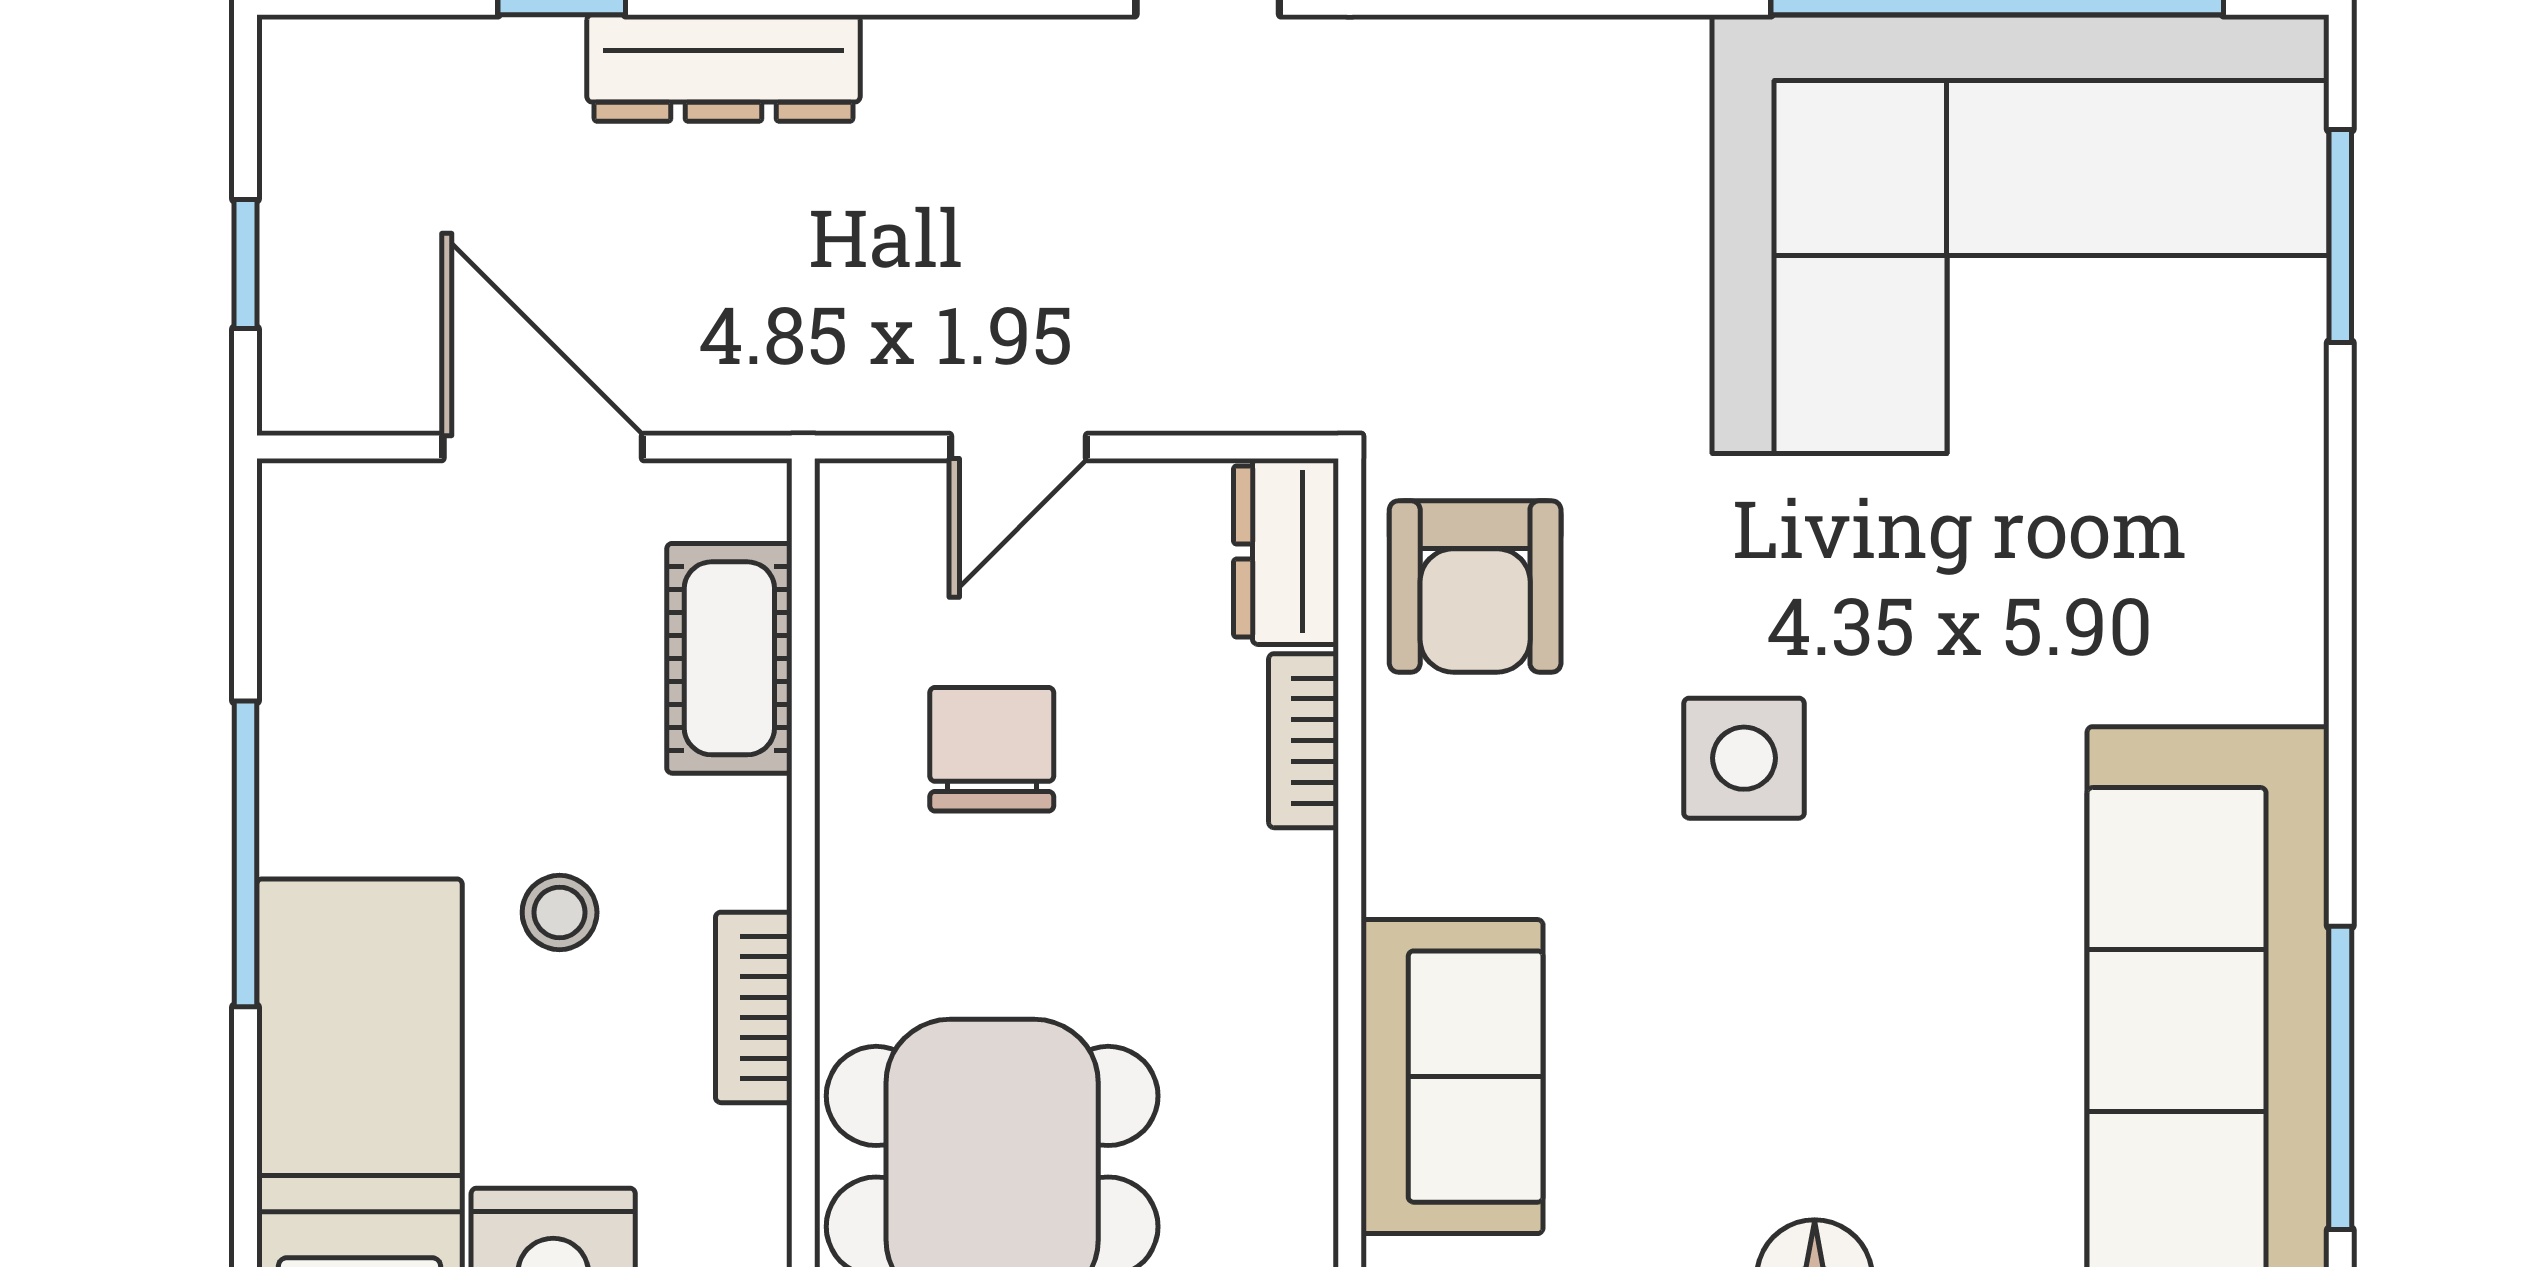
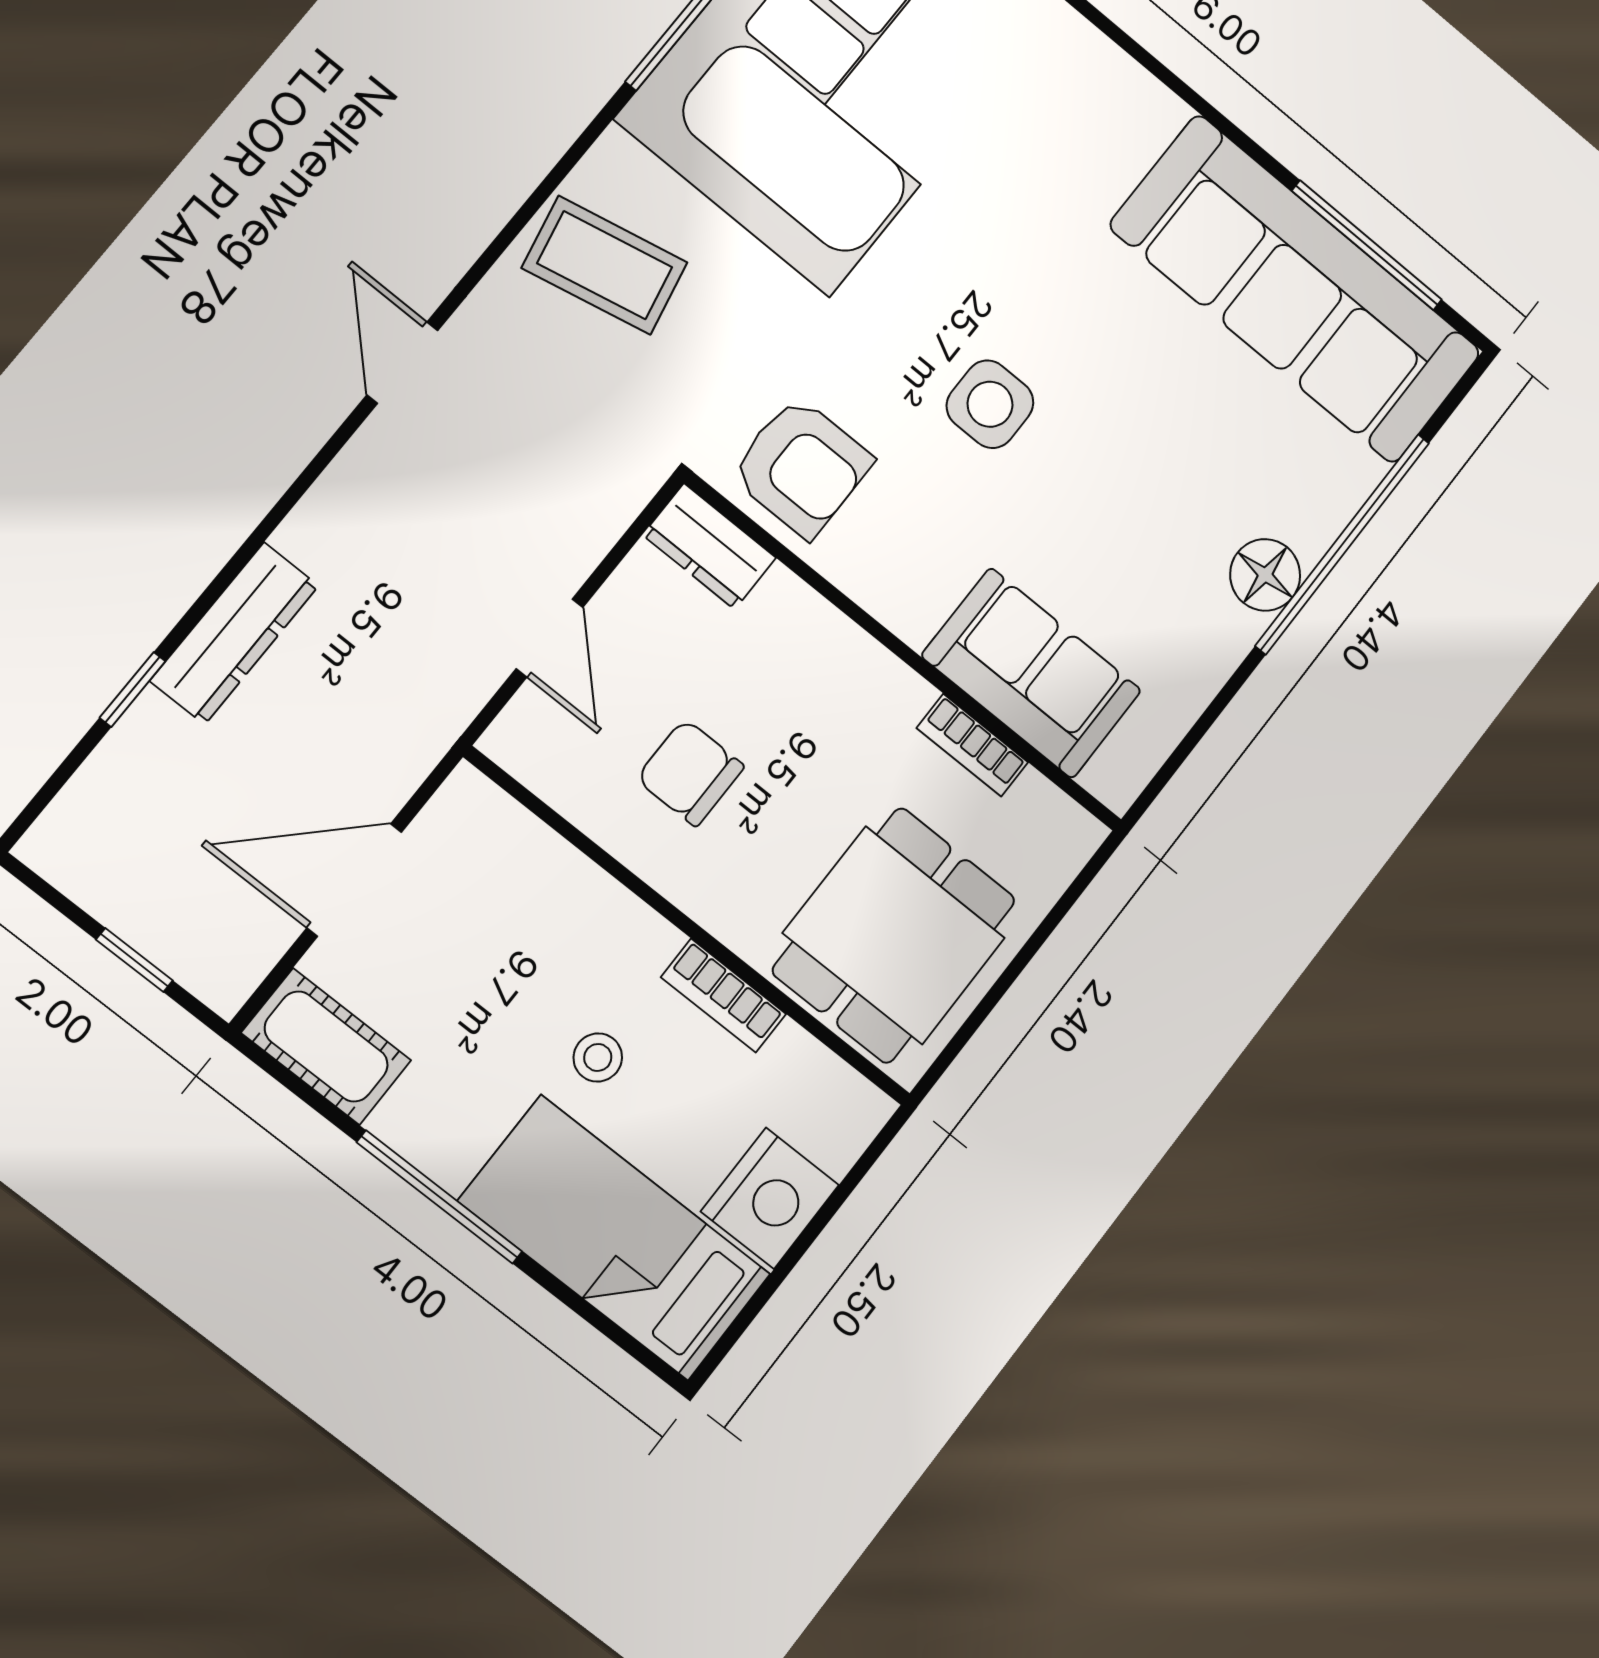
coffee table: (1525, 149) -> (605, 265), added
cot: (729, 658) -> (326, 1047), moved
bookcase: (1304, 741) -> (972, 745), moved

